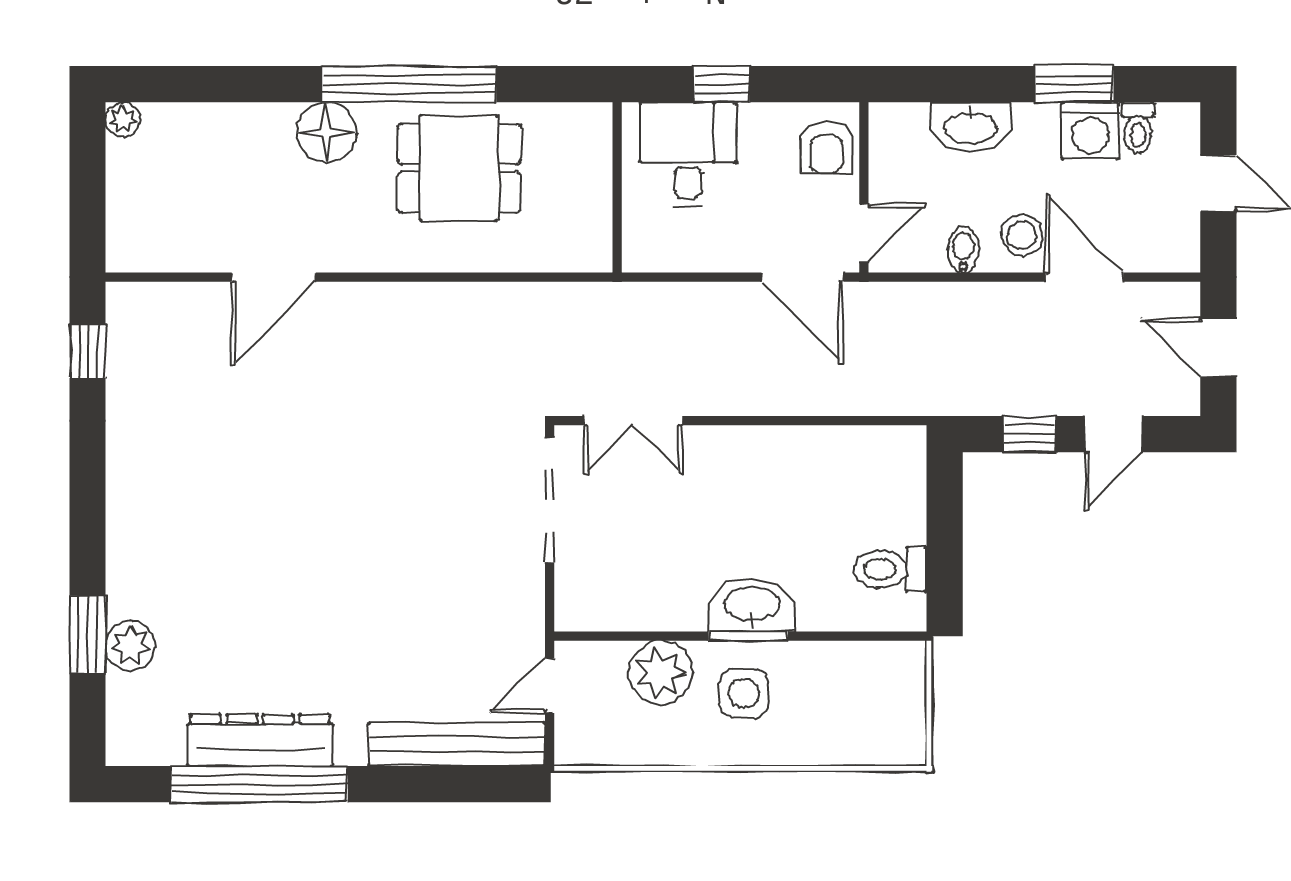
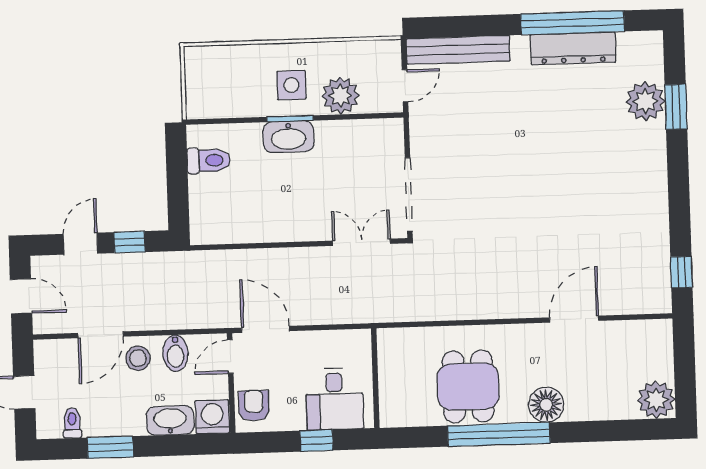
plant: (123, 119) -> (656, 400), width x1.88, depth x1.88
washing machine: (1090, 131) -> (212, 417), moved
dining table: (459, 168) -> (468, 386), turned 90
bidet: (963, 250) -> (175, 353), width x1.38, depth x1.36
door: (1084, 277) -> (101, 335), hinge flipped
plant: (130, 646) -> (645, 101), width x1.36, depth x1.36

